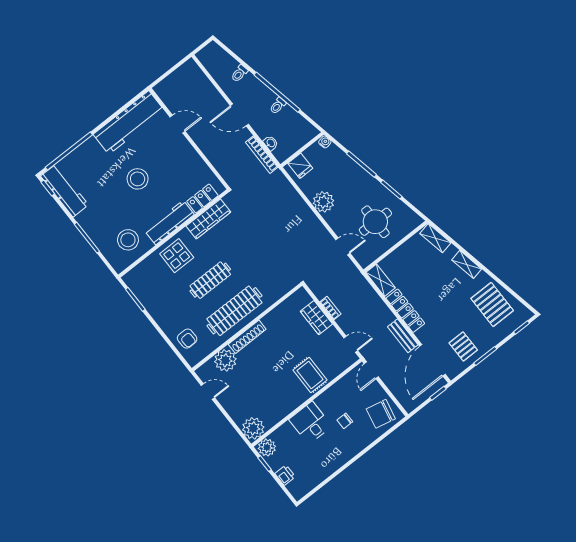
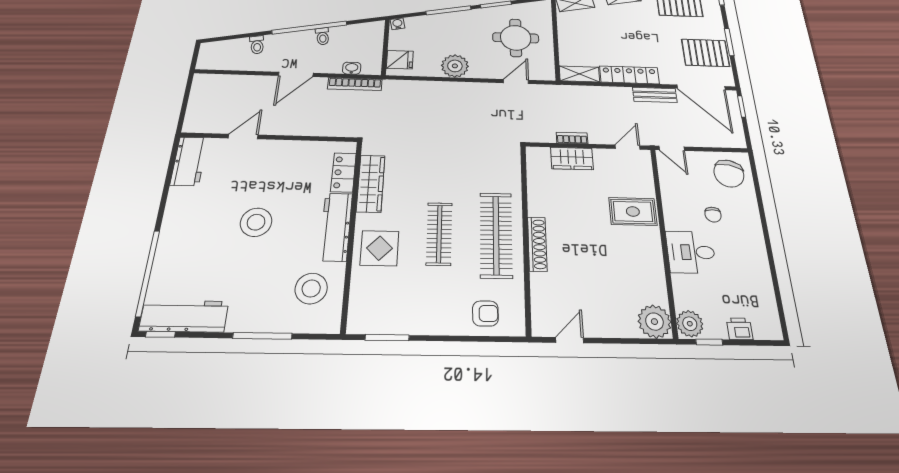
workbench: (129, 122) -> (189, 161), width x0.53, depth x0.76
pallet: (463, 346) -> (705, 53), width x1.50, depth x1.42
plant: (225, 360) -> (546, 290), removed

